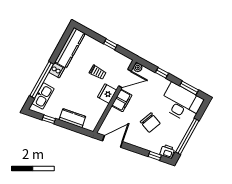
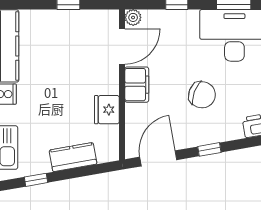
trolley: (98, 72) -> (73, 61), removed
fridge: (107, 94) -> (107, 110), moved
window: (155, 156) -> (209, 149), moved

